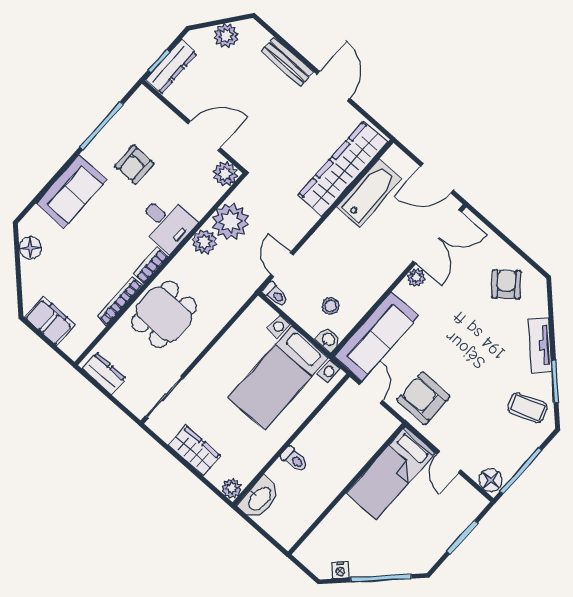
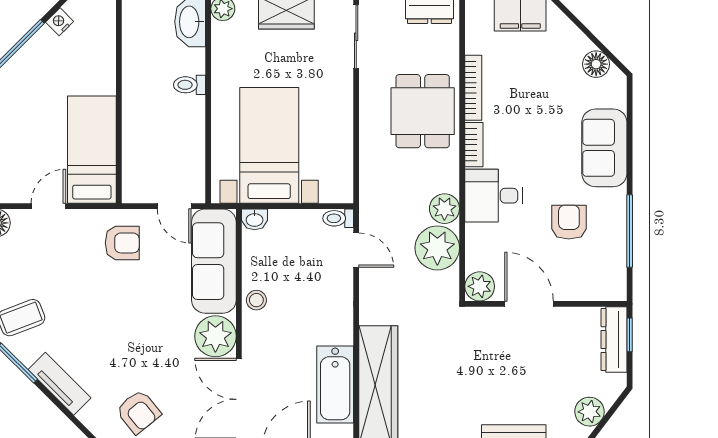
door: (204, 136) -> (529, 304), swing flipped
plant: (416, 278) -> (215, 336), width x1.87, depth x1.87
stool: (331, 306) -> (256, 300), moved
armchair: (423, 398) -> (122, 243), width x0.72, depth x0.72
door: (449, 462) -> (48, 206), hinge flipped

